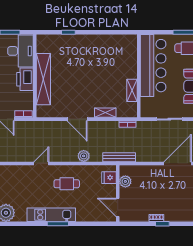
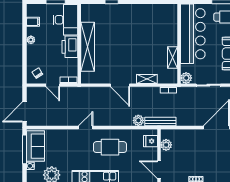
plant: (146, 112) -> (186, 78), added
plant: (84, 156) -> (138, 120), moved
cafe table: (67, 184) -> (110, 147), width x1.37, depth x1.35

